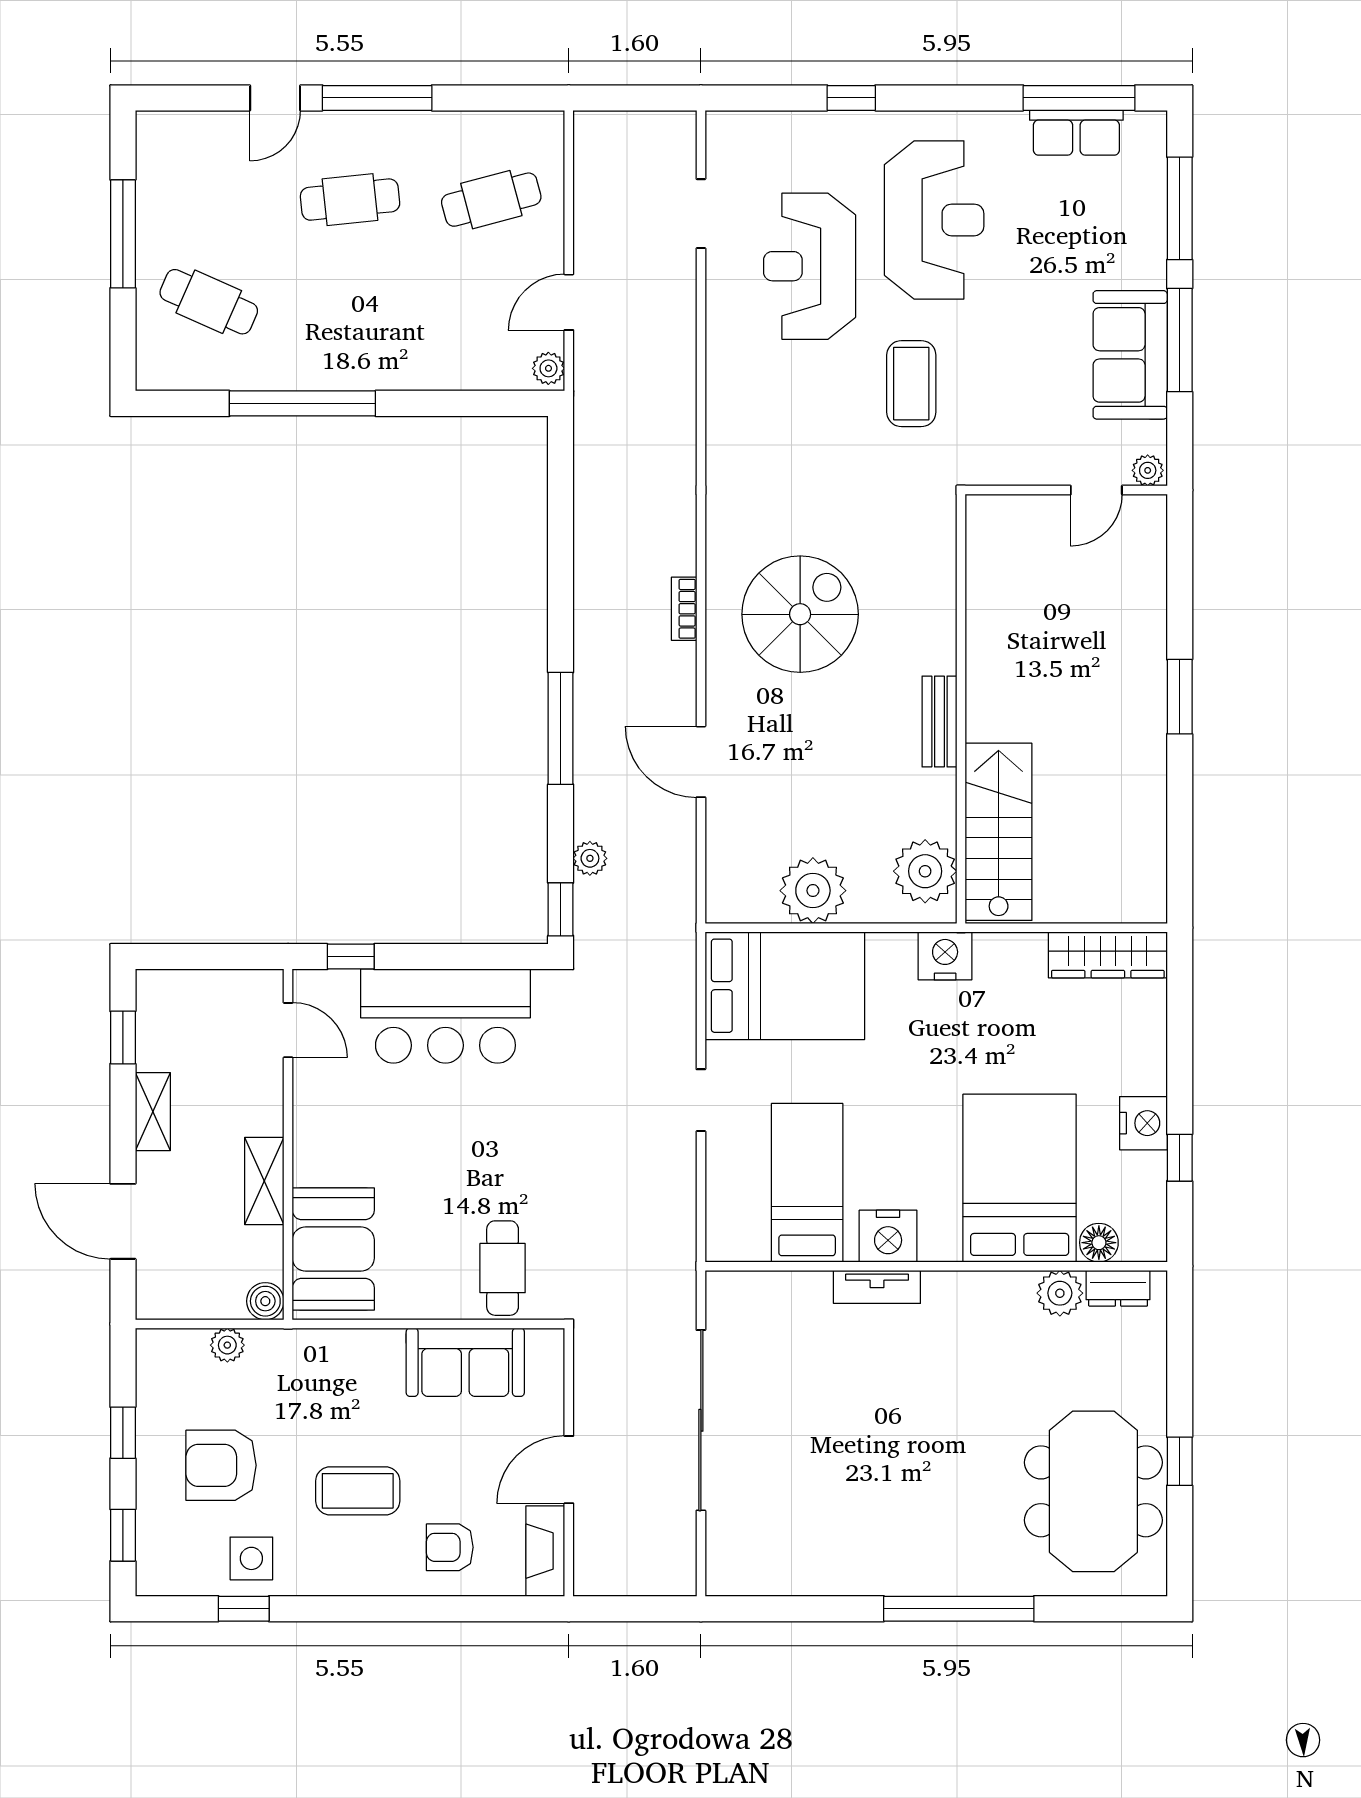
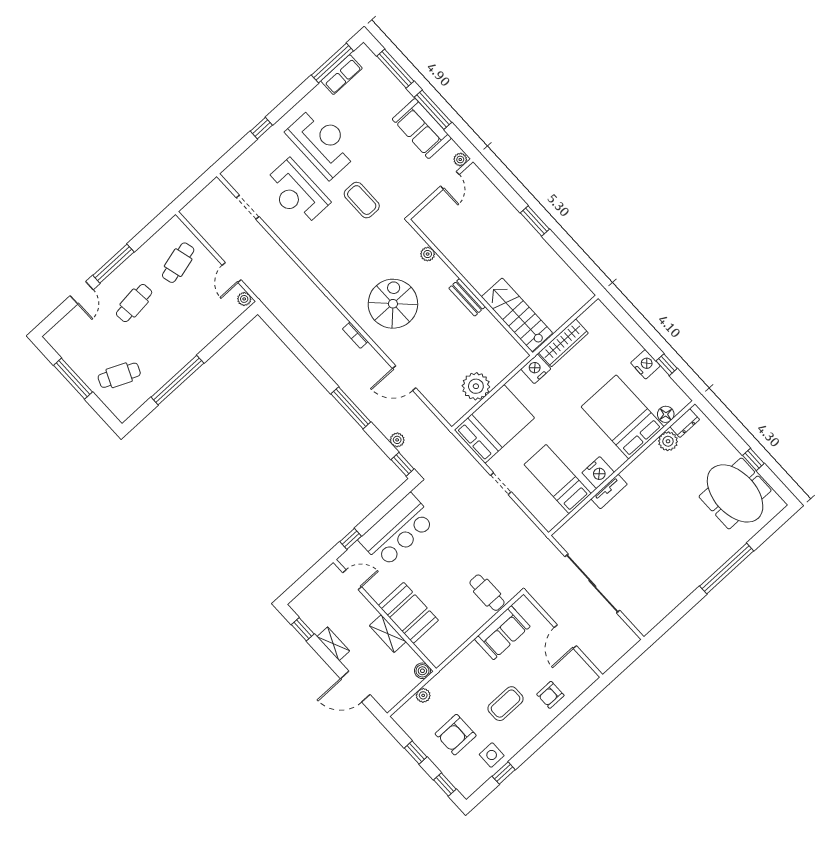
plant: (925, 871) -> (428, 254), moved, width x0.53, depth x0.53
wardrobe: (1108, 955) -> (563, 343), moved
booth: (333, 1249) -> (408, 613), moved
fireplace: (545, 1551) -> (581, 669), removed

